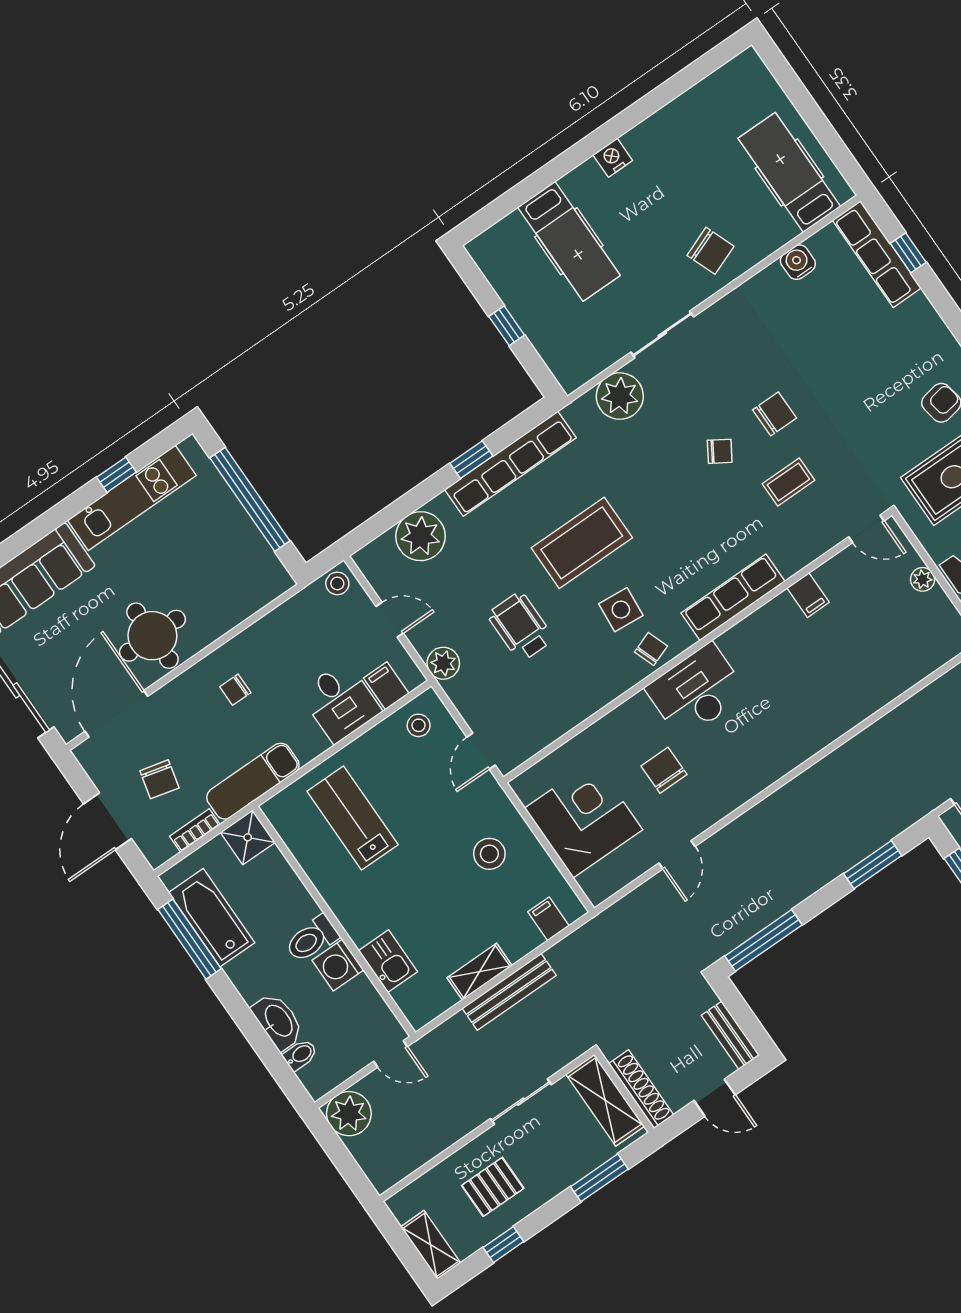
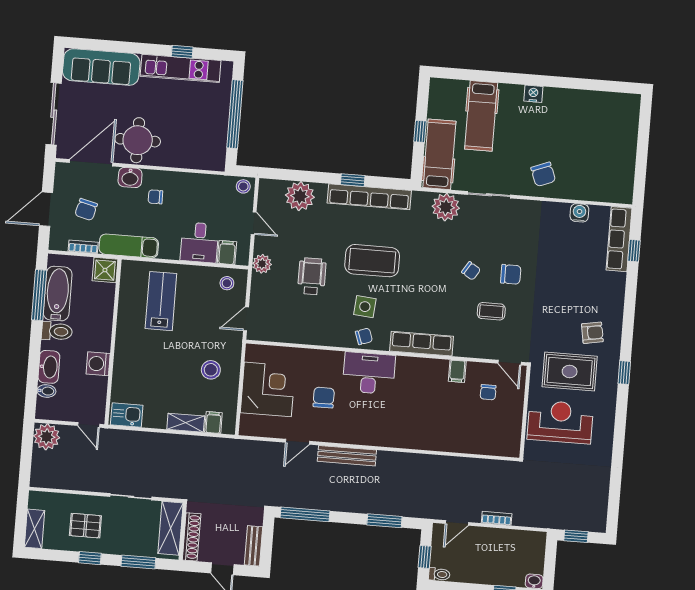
hospital bed: (789, 172) -> (439, 154), moved
plant: (923, 579) -> (516, 408), removed
chair: (870, 589) -> (488, 392), added
washbasin: (182, 692) -> (130, 178), added
toilet: (312, 939) -> (57, 331), moved, turned 180
kitchen sink: (388, 961) -> (127, 415), moved, turned -90
shelving: (480, 972) -> (186, 423), moved
bench: (509, 992) -> (347, 456), moved
window: (503, 1245) -> (90, 558), moved

